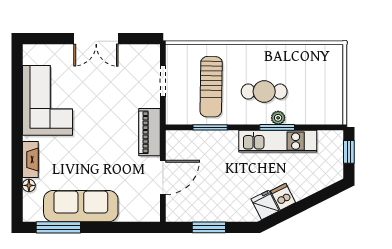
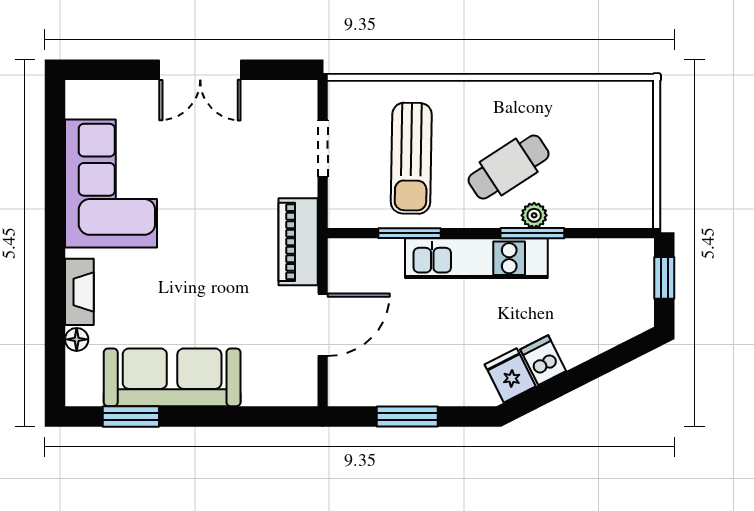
cafe table: (264, 92) -> (509, 167), turned -33
kitchen unit: (278, 141) -> (476, 258), moved
window: (58, 227) -> (131, 416), width x0.69

